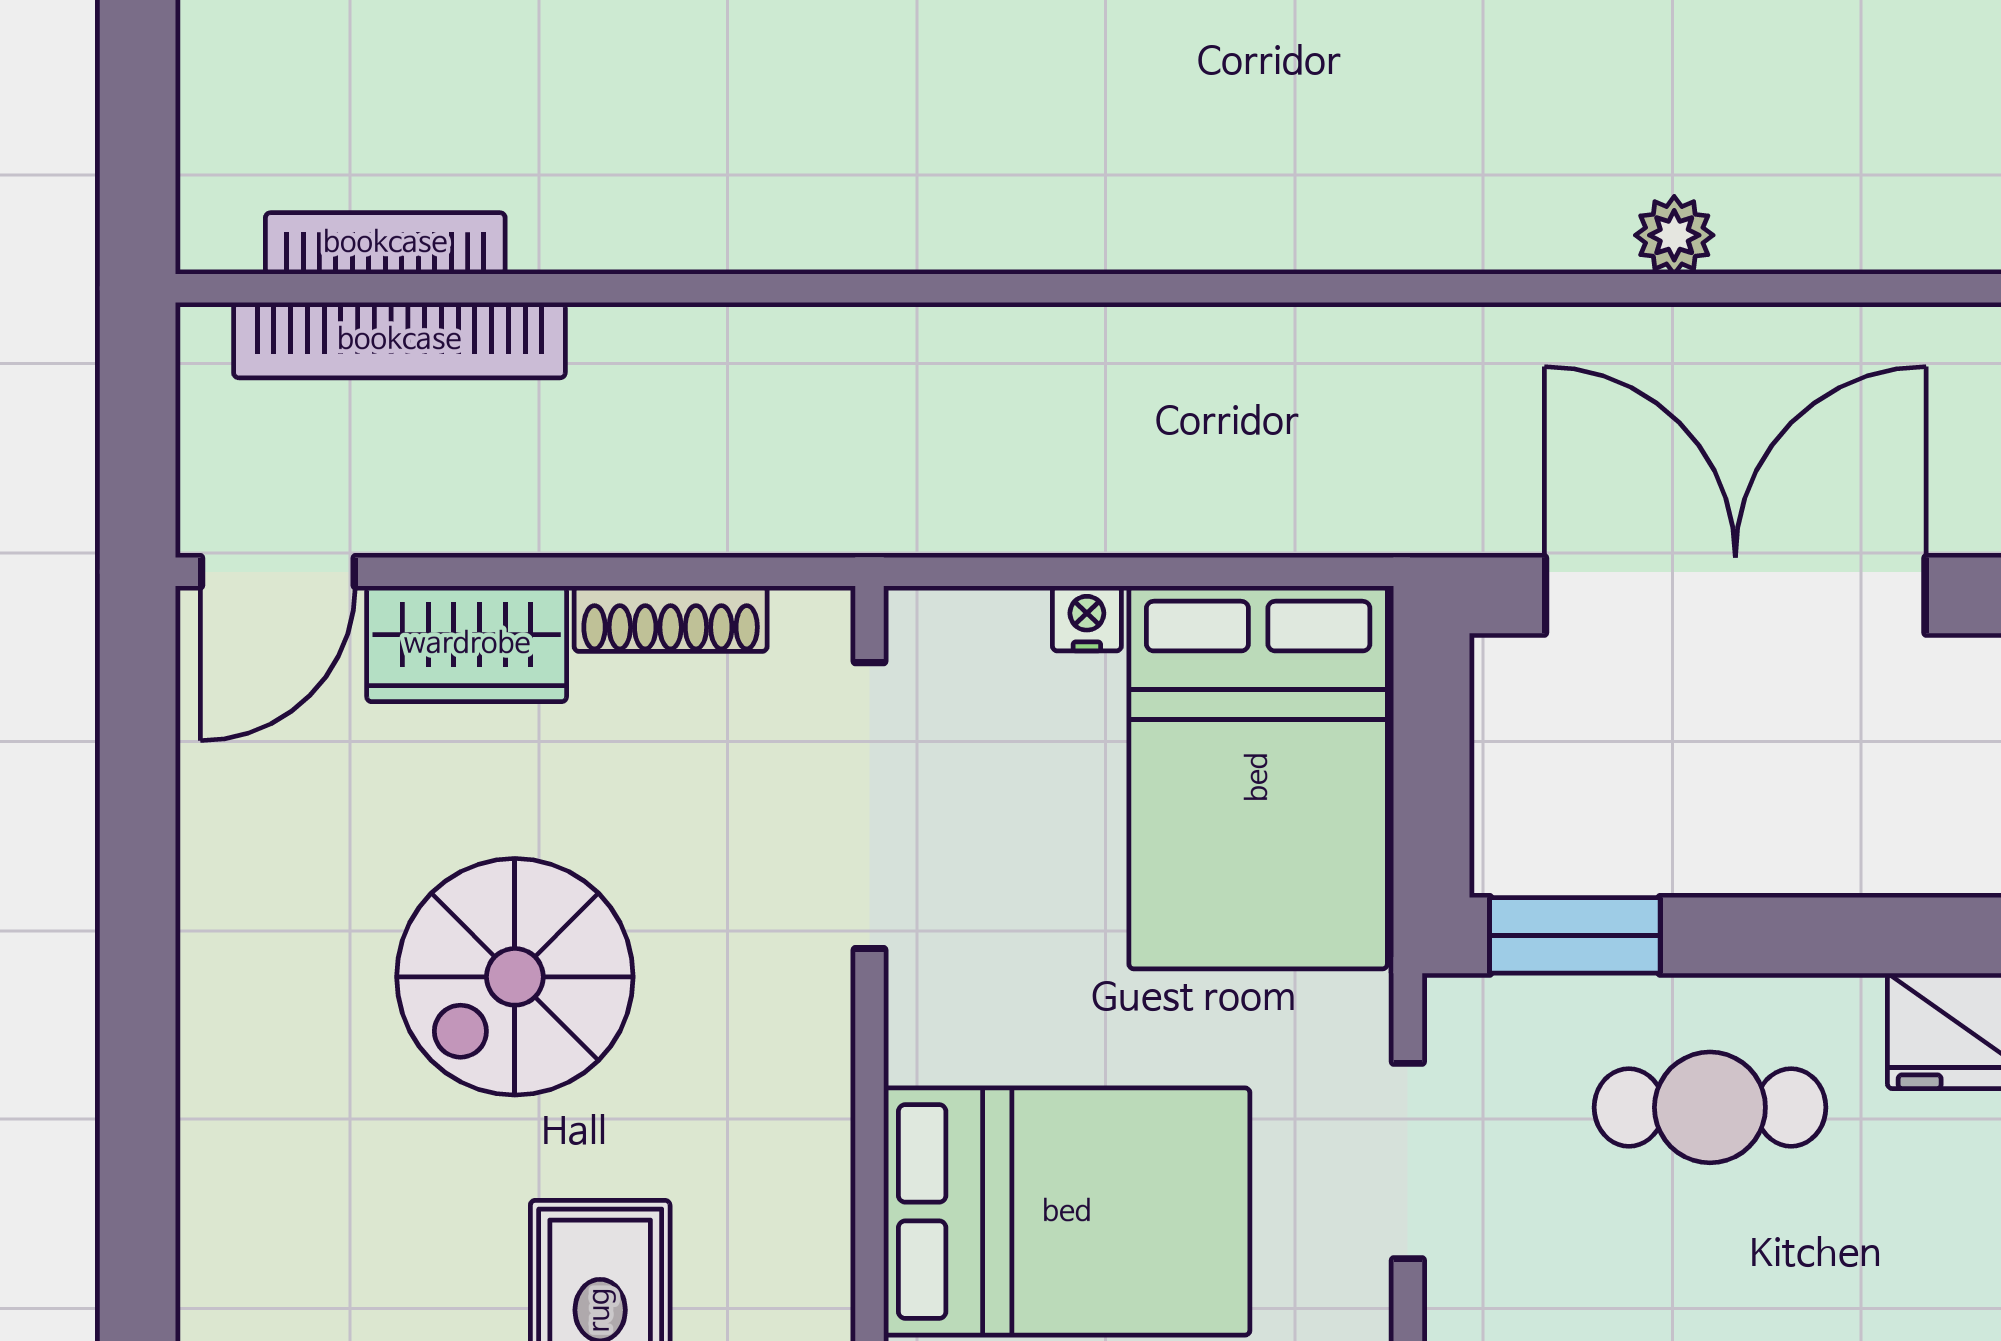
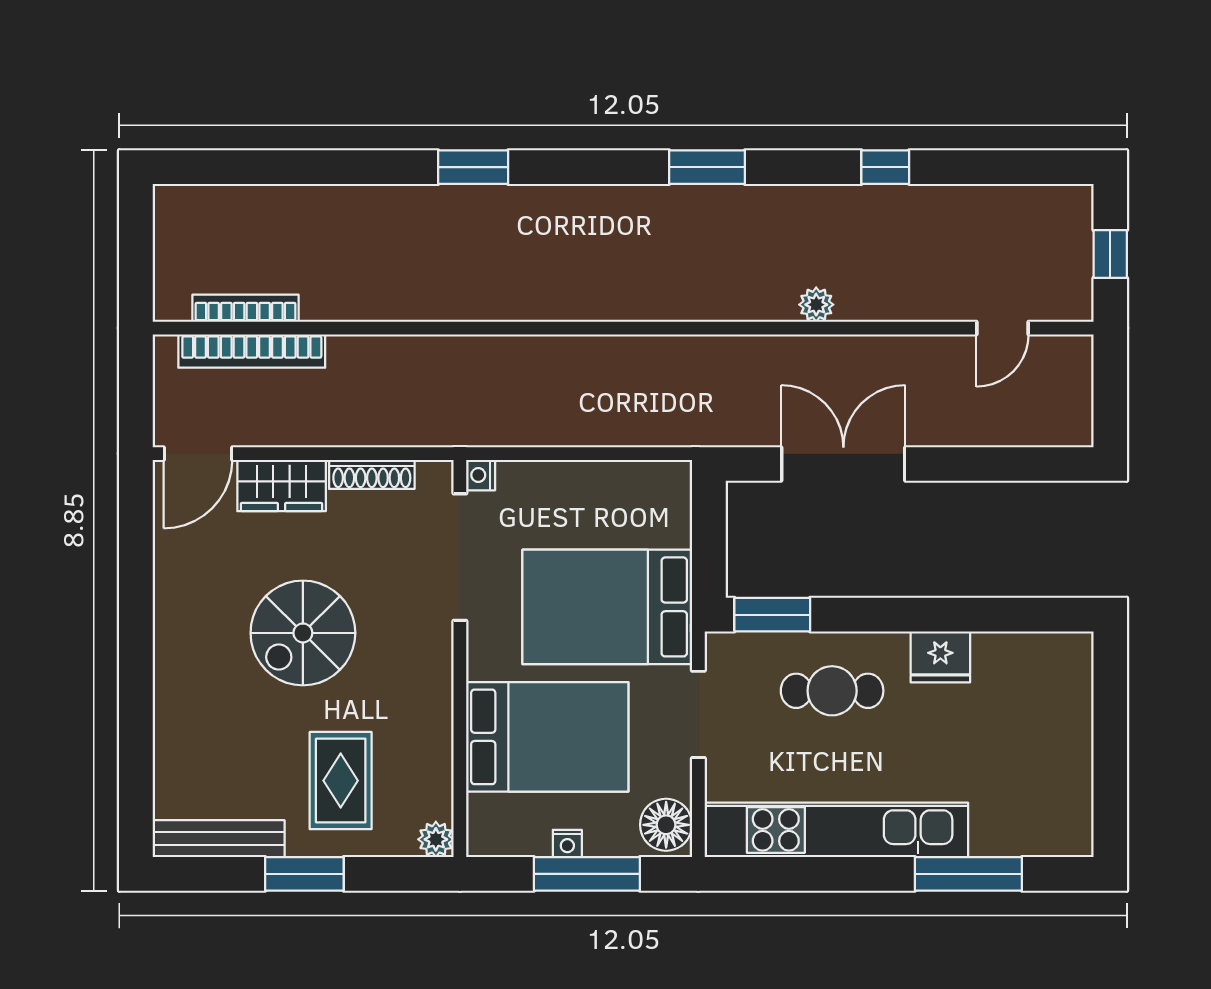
double door: (1735, 595) -> (843, 464), width x0.73
nightstand: (1087, 618) -> (481, 475), moved, turned -90
bed: (1258, 777) -> (607, 607), moved, turned 90

